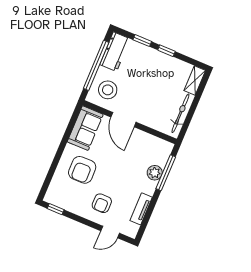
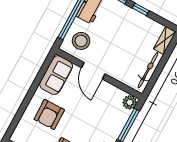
plant: (155, 173) -> (130, 102), moved

